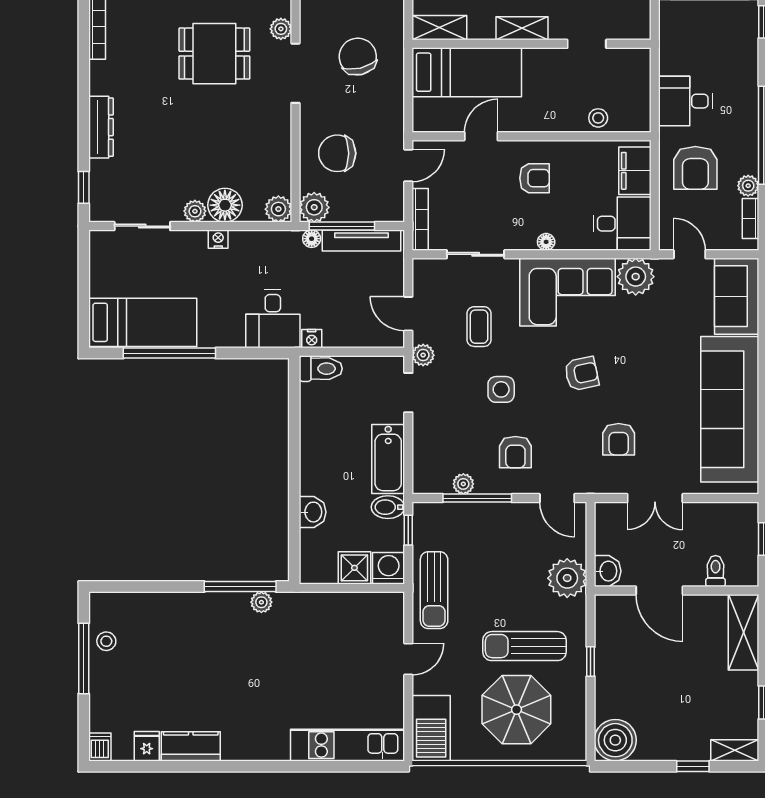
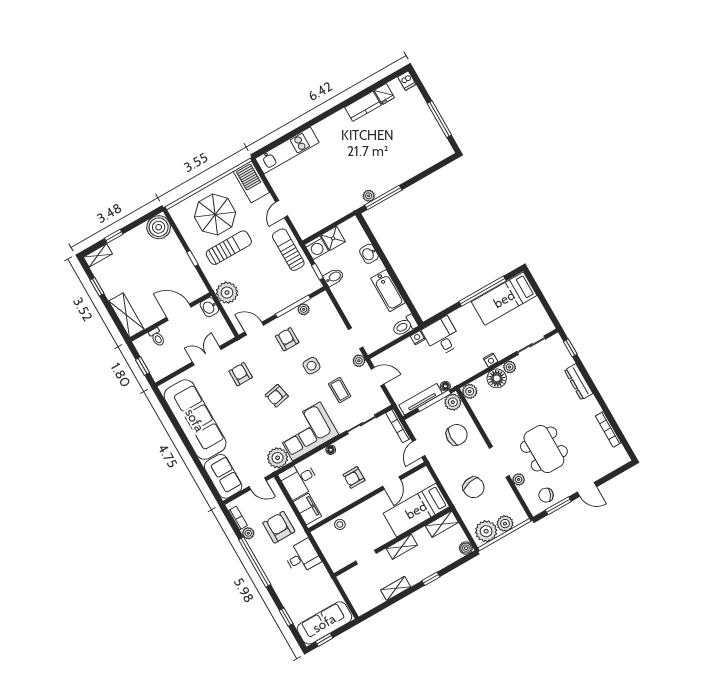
dining table: (214, 54) -> (544, 449), width x1.38
bathtub: (388, 459) -> (388, 291), moved, turned 180
stool: (106, 641) -> (433, 134), removed

